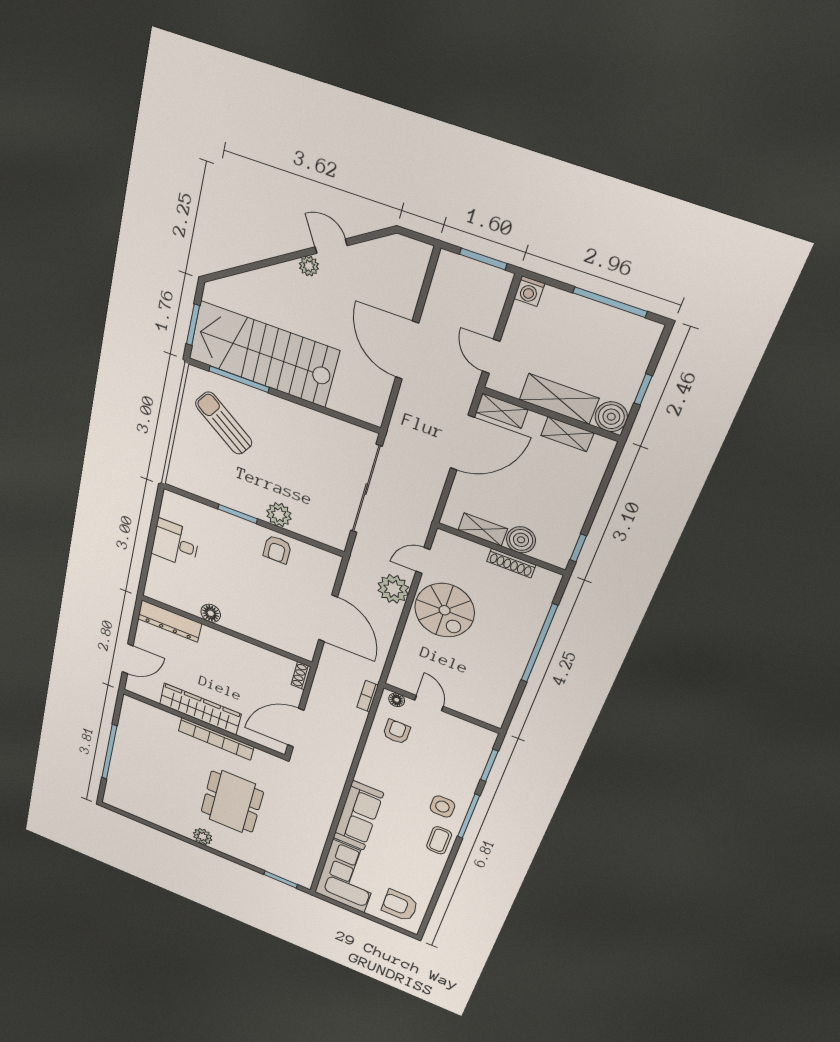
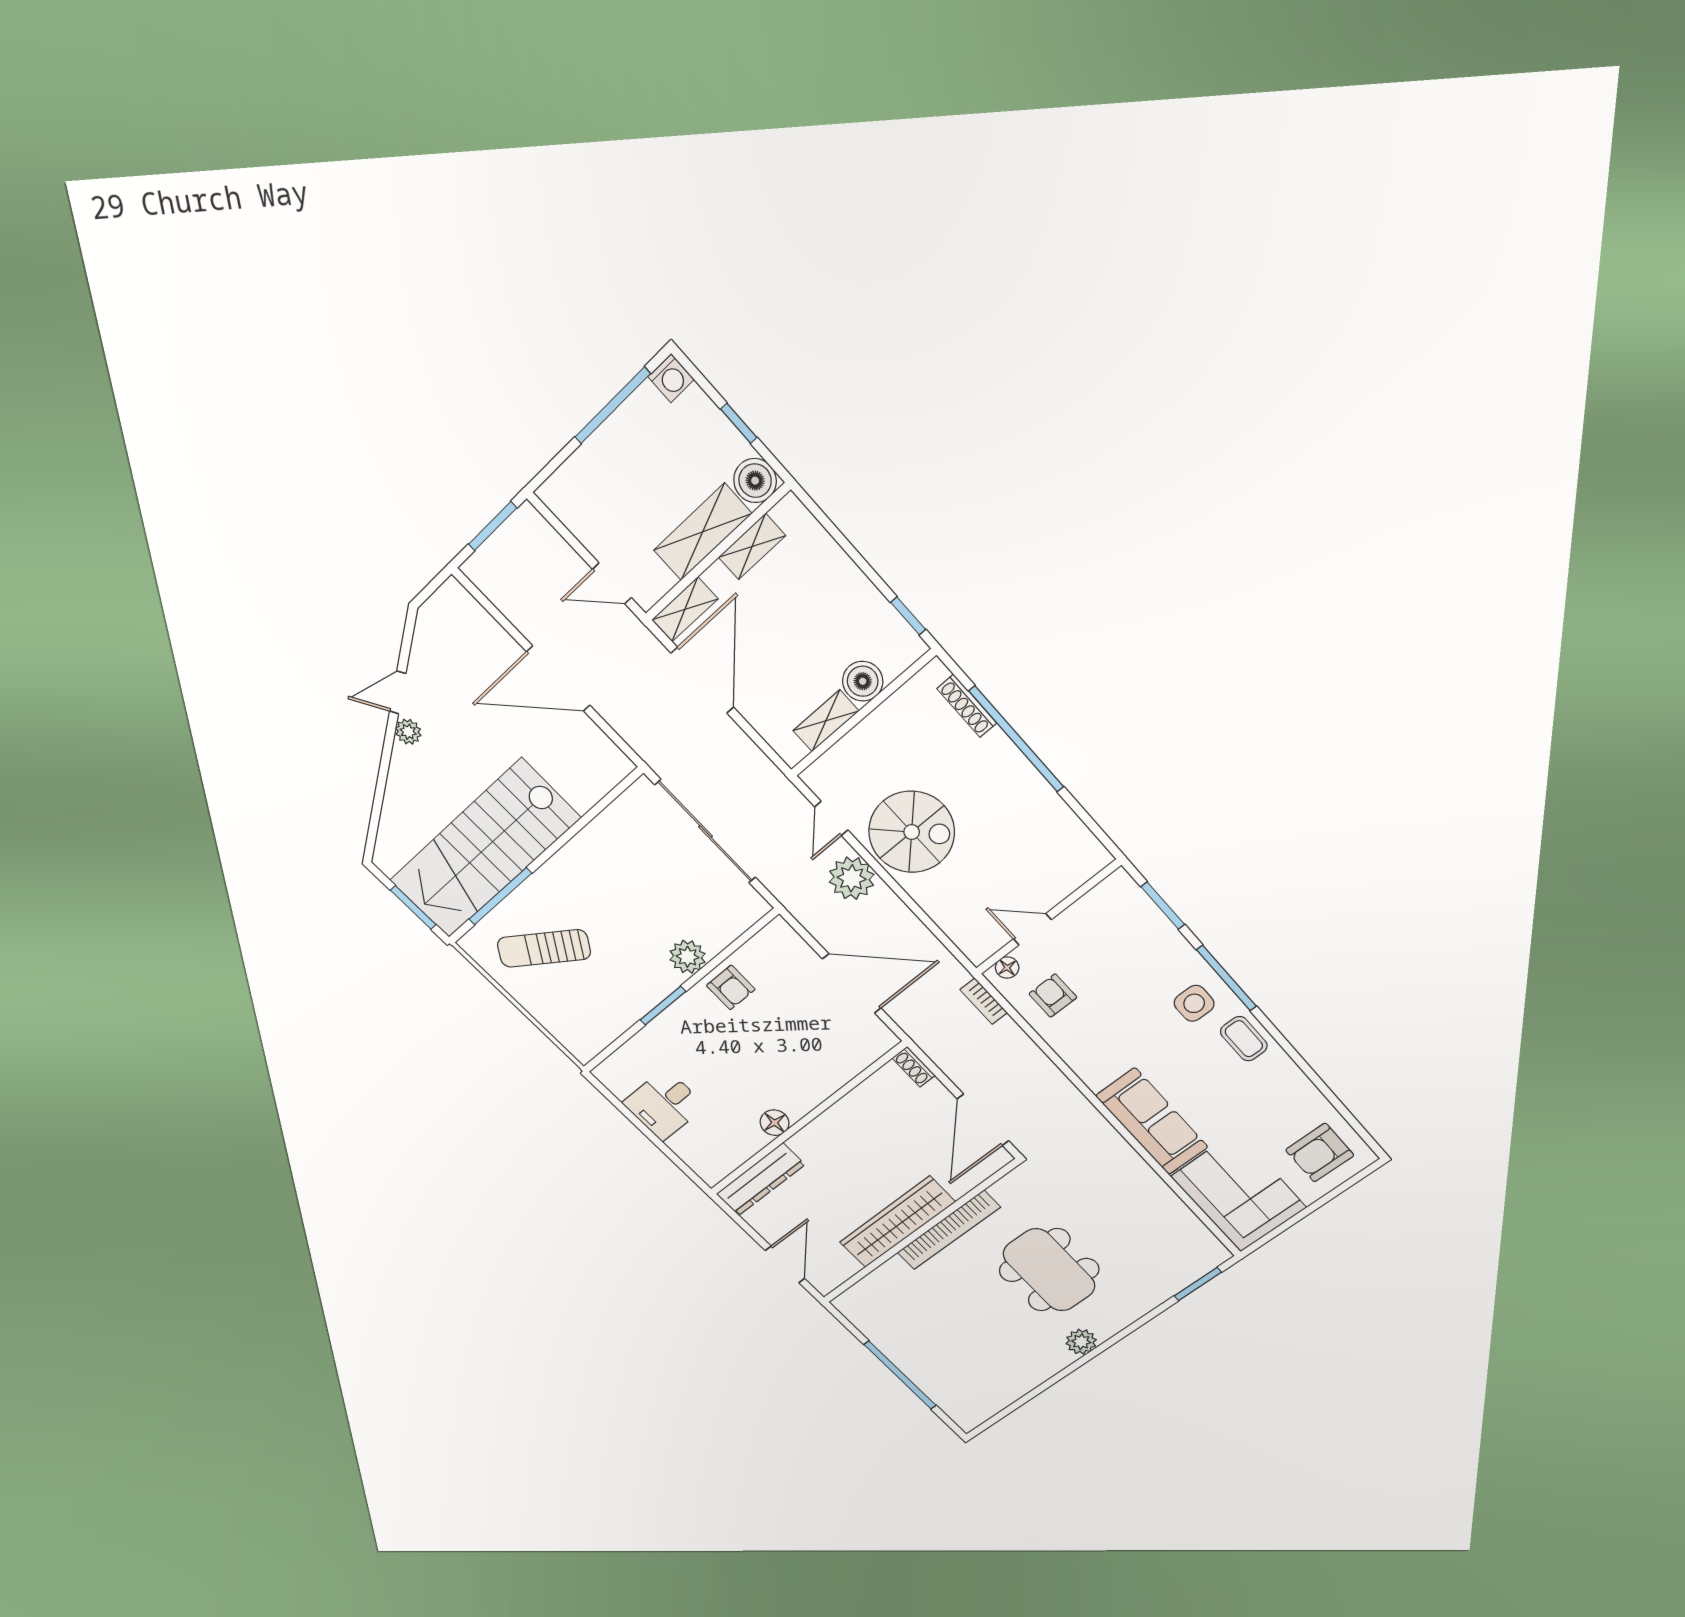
washing machine: (529, 291) -> (671, 378), moved
shoe rack: (511, 563) -> (967, 706), moved, turned 90

